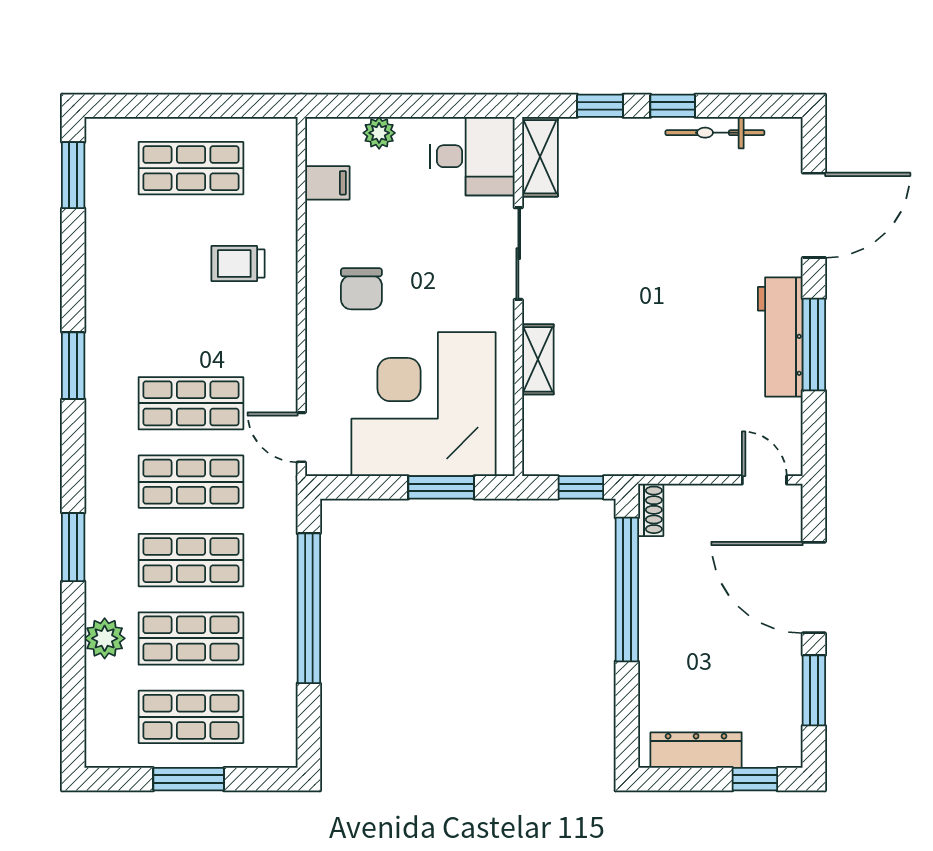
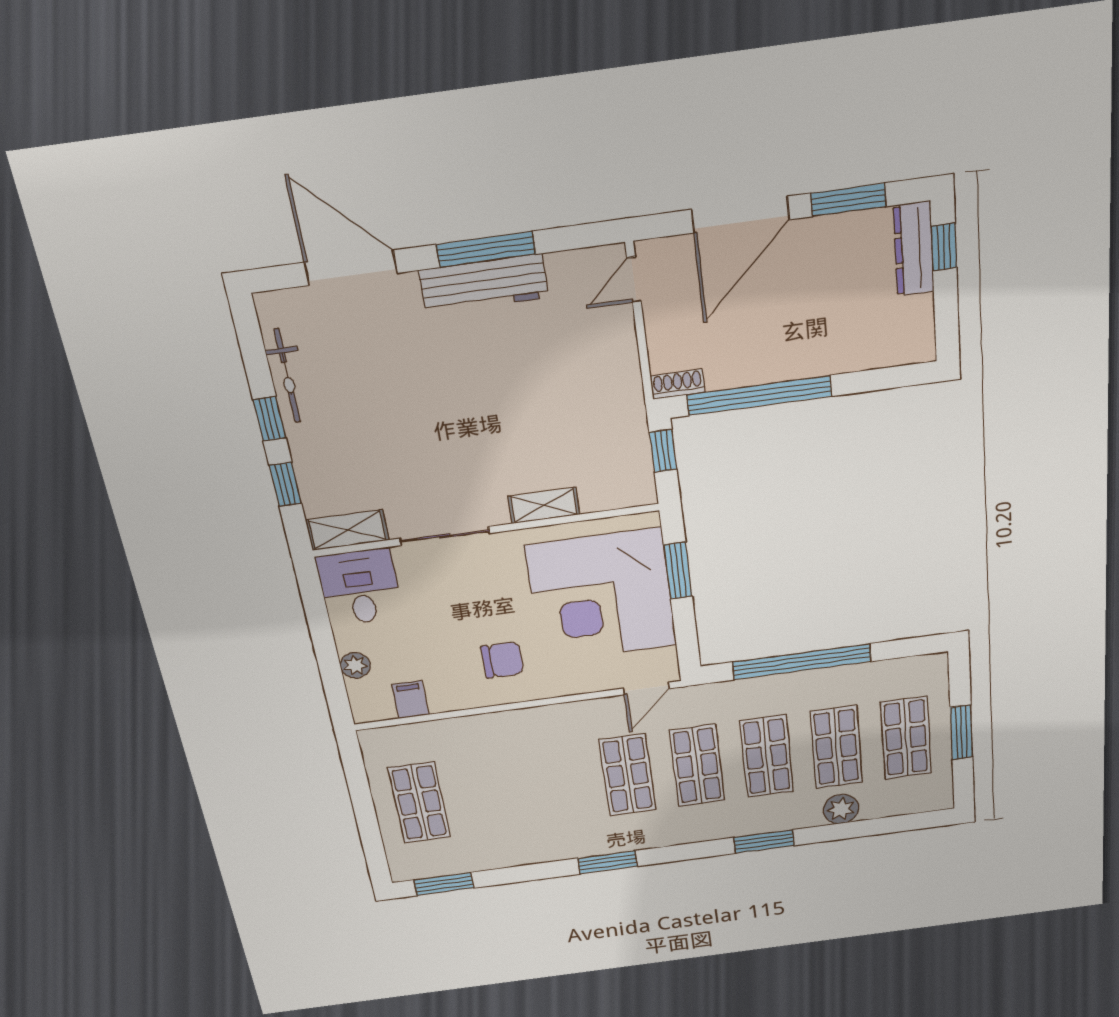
trolley: (238, 264) -> (497, 757), removed
dresser: (696, 750) -> (914, 249), moved

